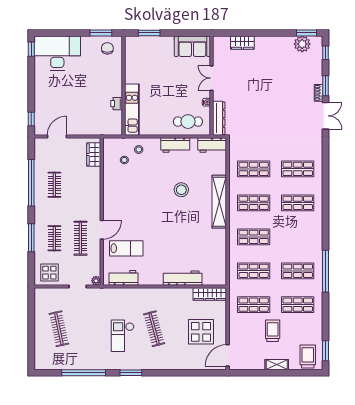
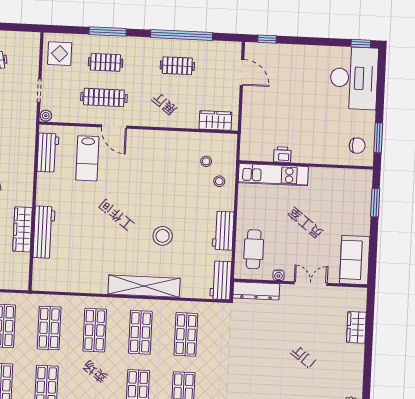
wardrobe: (210, 294) -> (23, 229), moved

